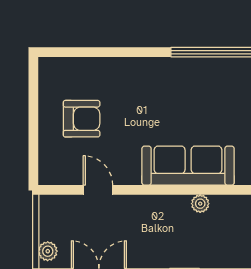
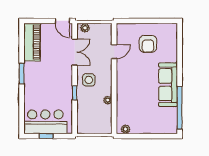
sofa: (188, 166) -> (168, 85), moved, turned 180
side table: (157, 243) -> (89, 80), added

